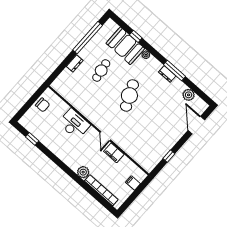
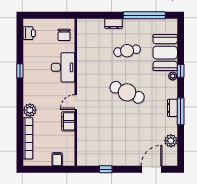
window: (136, 36) -> (181, 71), moved
cafe table: (129, 96) -> (127, 92), turned 48
chair: (43, 105) -> (64, 35), moved
printer: (31, 126) -> (29, 33), added
window: (32, 139) -> (20, 71), moved

